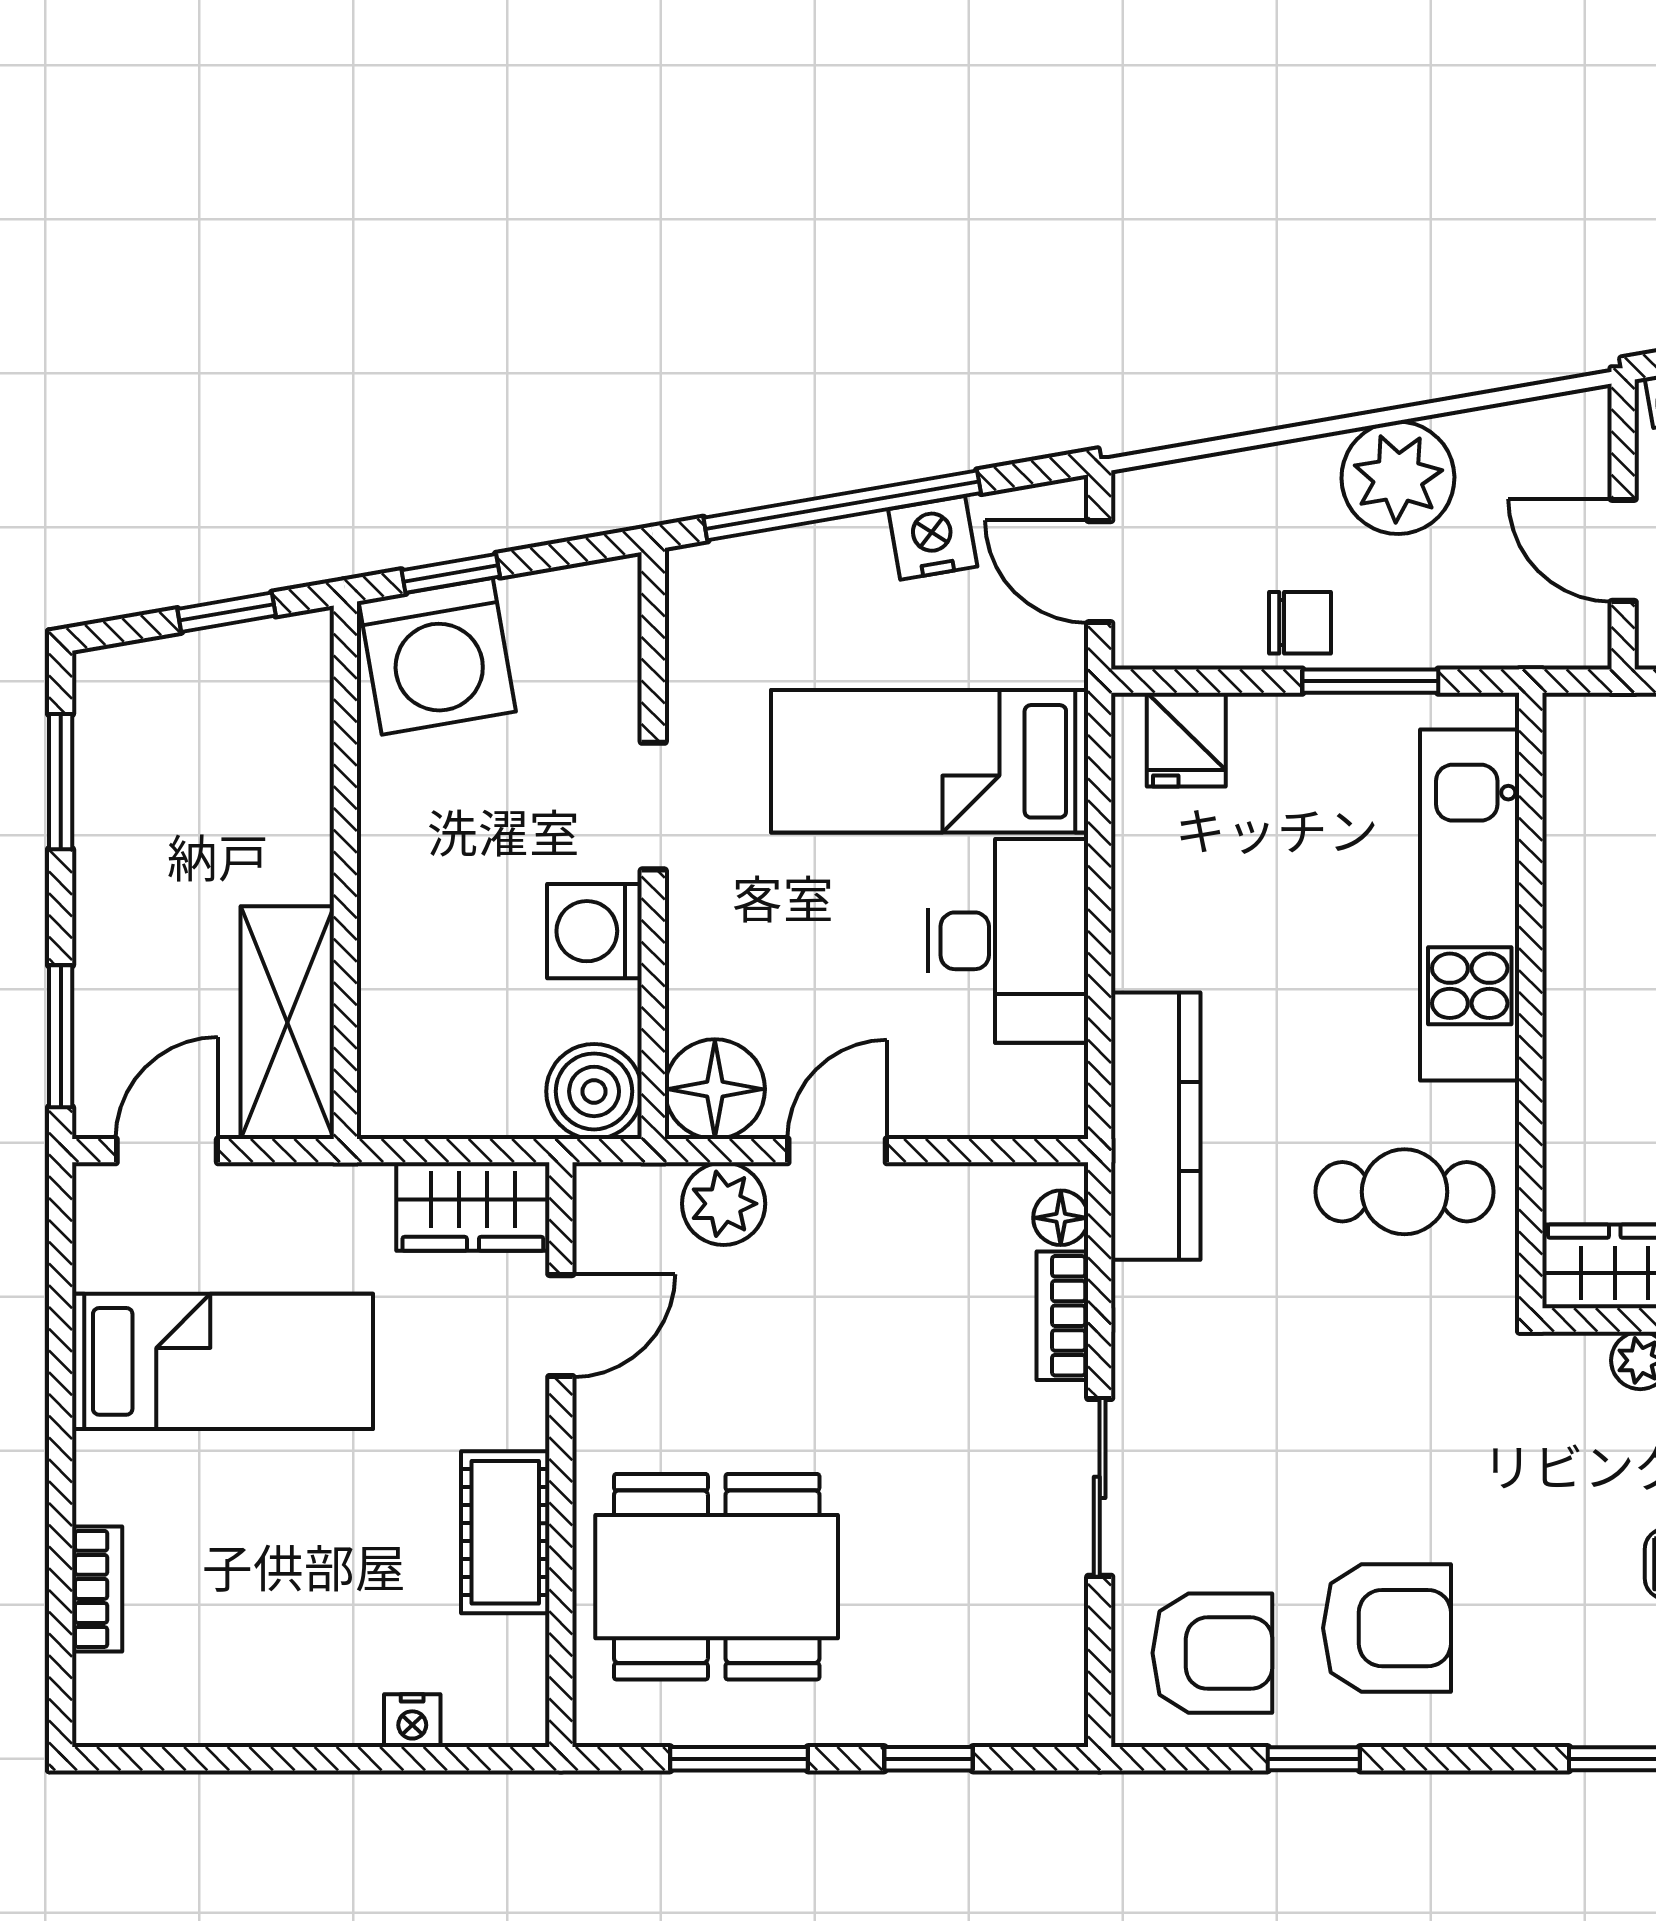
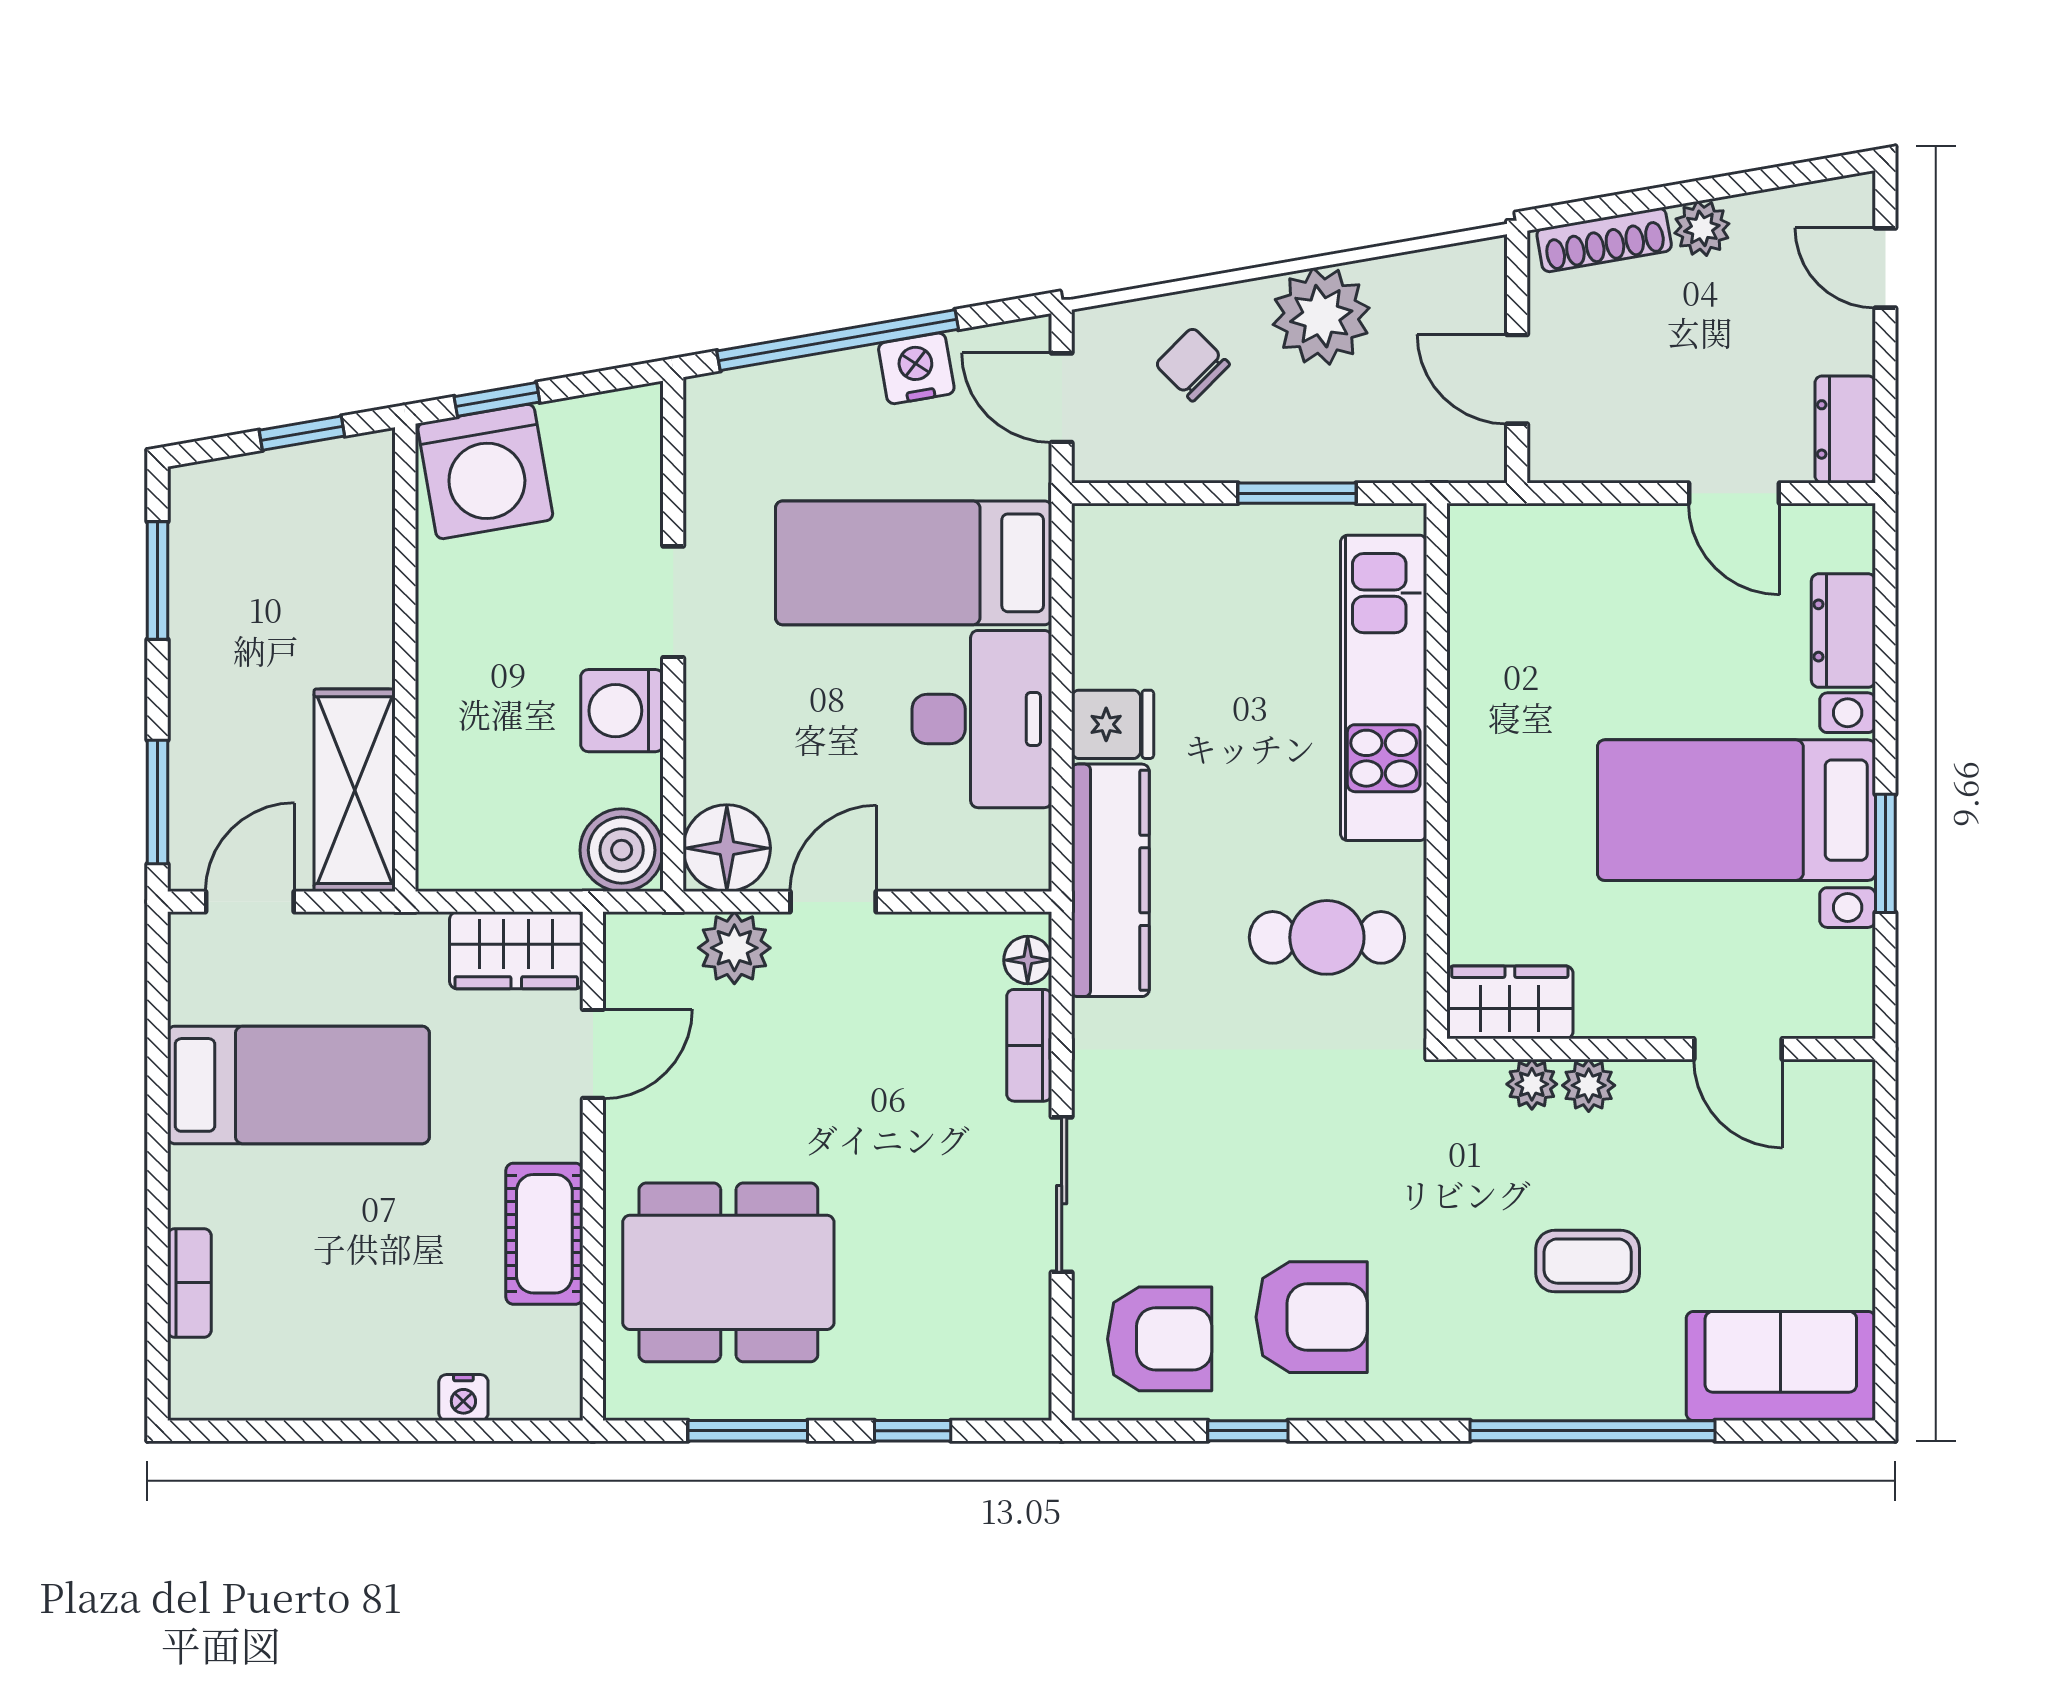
chair: (1300, 623) -> (1193, 364), moved, turned -135
fridge: (1186, 740) -> (1113, 724), moved, turned -90

